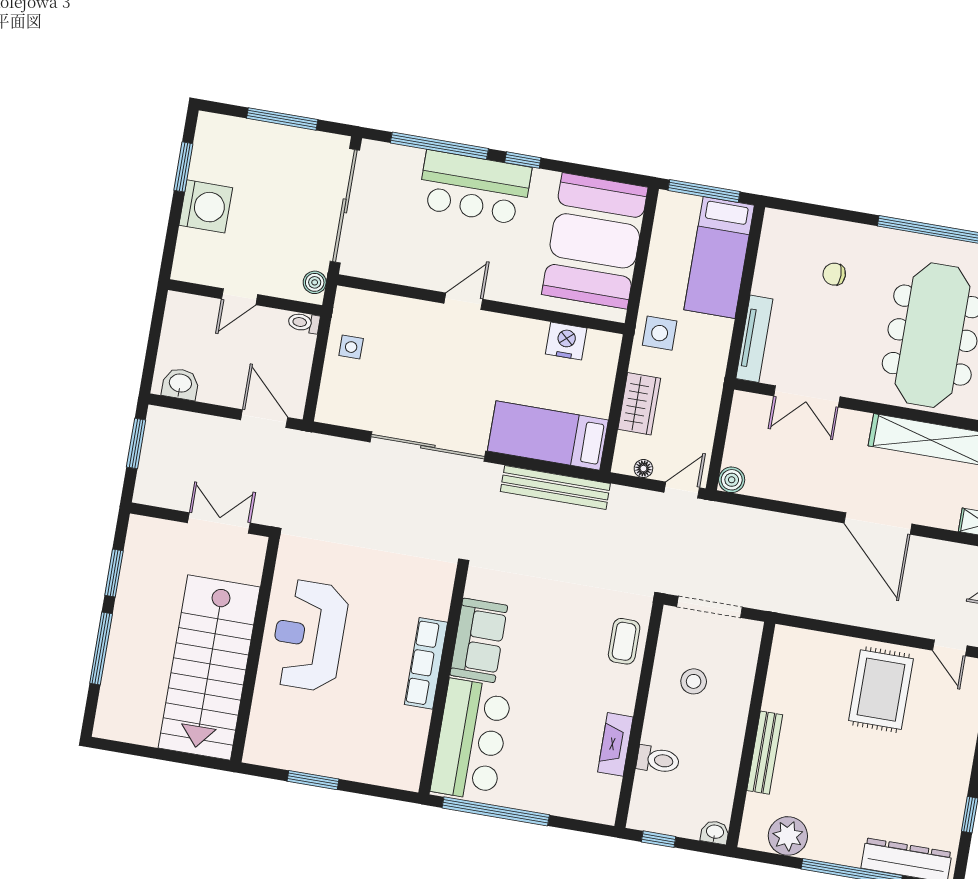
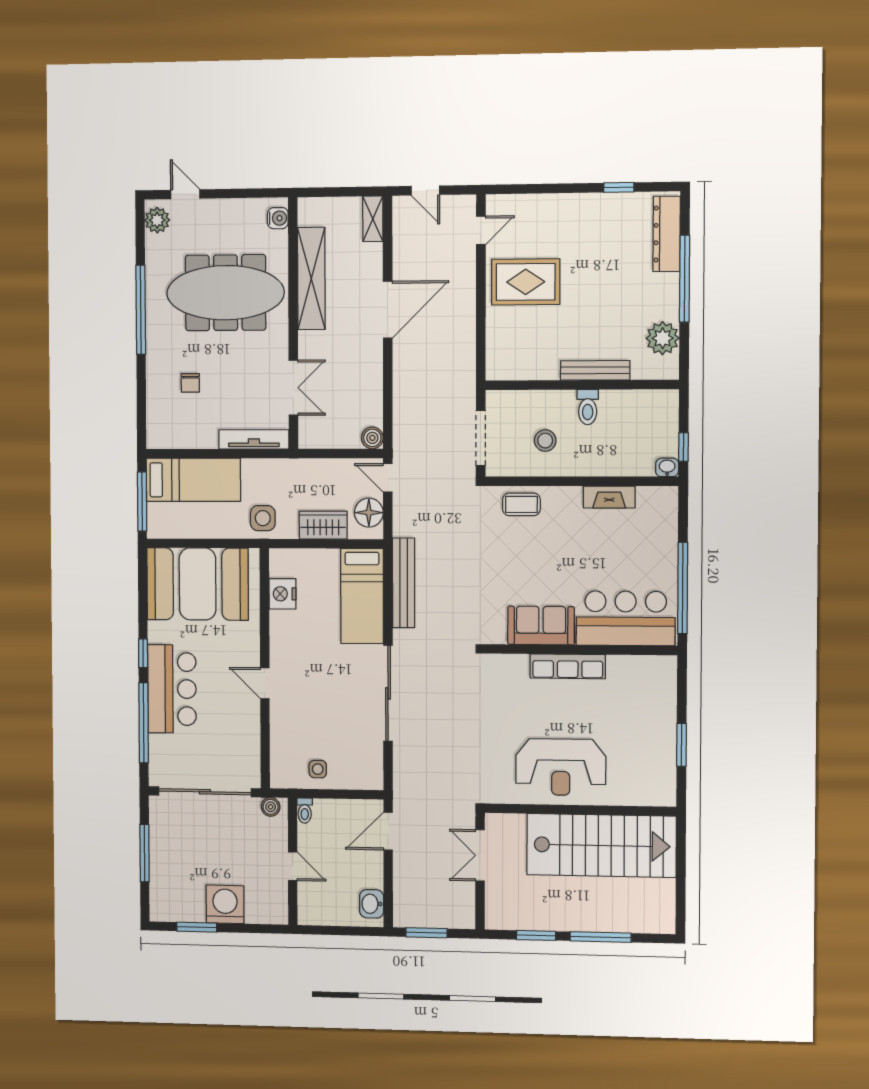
floor lamp: (643, 469) -> (369, 513), width x1.89, depth x1.89
toilet: (658, 760) -> (588, 407), moved, turned 180
washbasin: (715, 832) -> (667, 467), moved, turned 90

